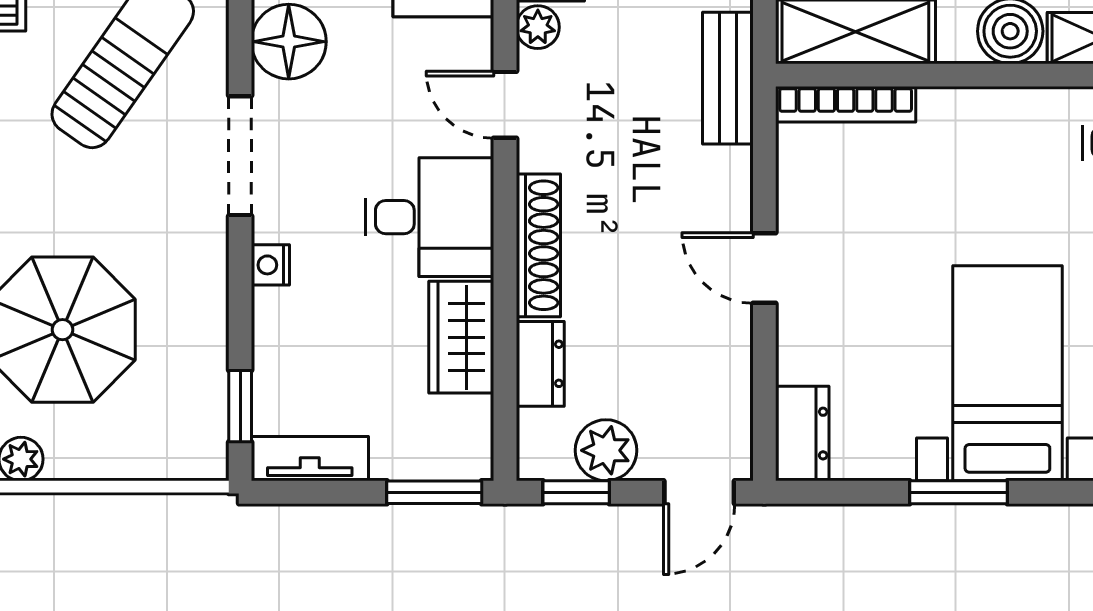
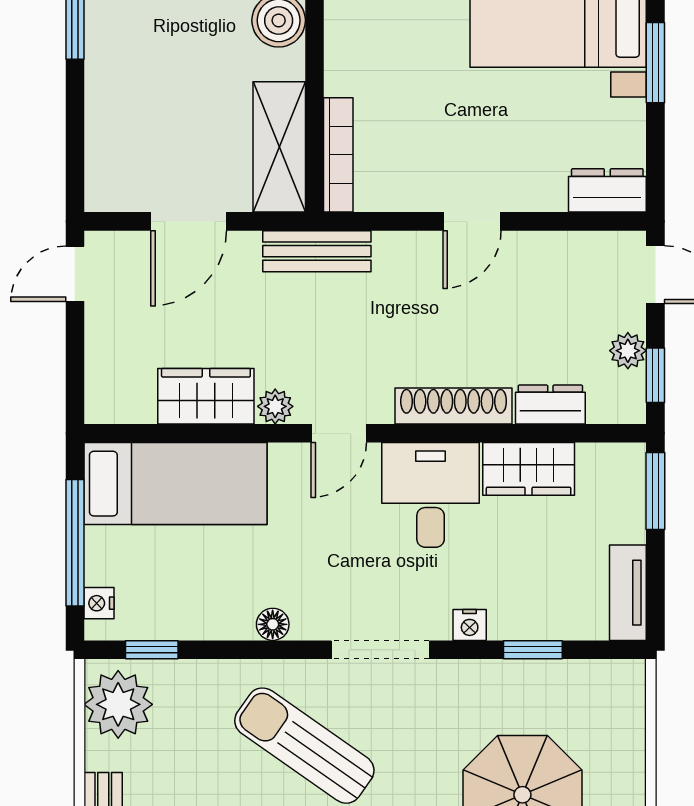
floor lamp: (289, 42) -> (273, 624), width x0.53, depth x0.53
window: (240, 406) -> (533, 650), moved
plant: (606, 450) -> (628, 351), width x0.73, depth x0.73

